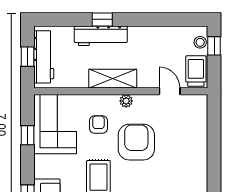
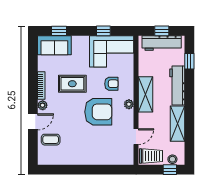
window: (102, 19) -> (189, 61), moved
shelving: (152, 35) -> (178, 124), added

